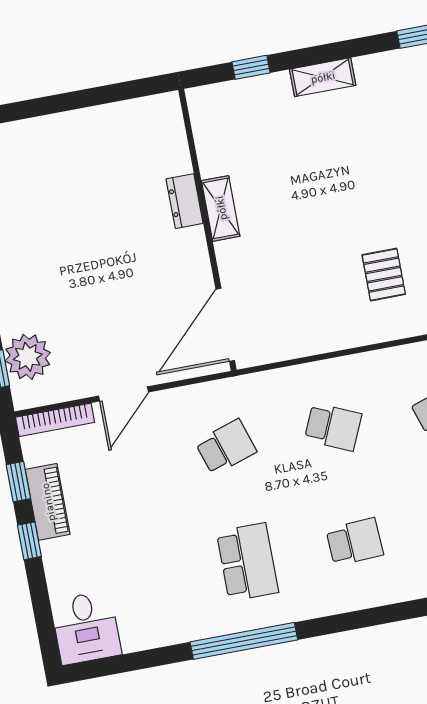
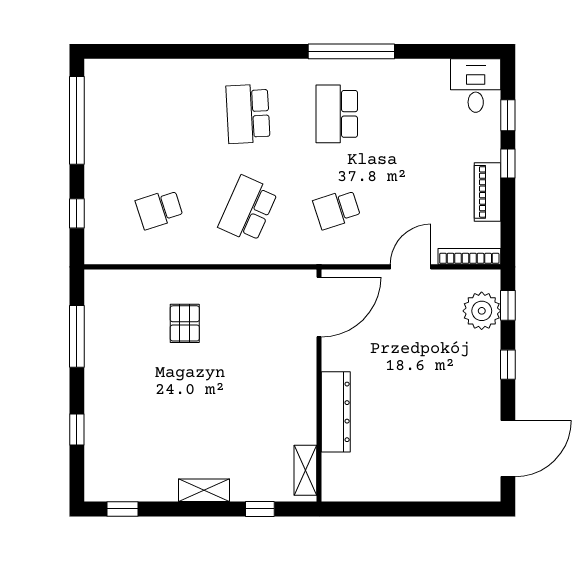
dresser: (185, 201) -> (336, 412), width x1.96, depth x1.24
shelving: (221, 208) -> (305, 470), moved
school desk: (333, 427) -> (248, 209), width x1.85
window: (18, 482) -> (508, 115), moved
school desk: (355, 542) -> (248, 114), width x1.85

